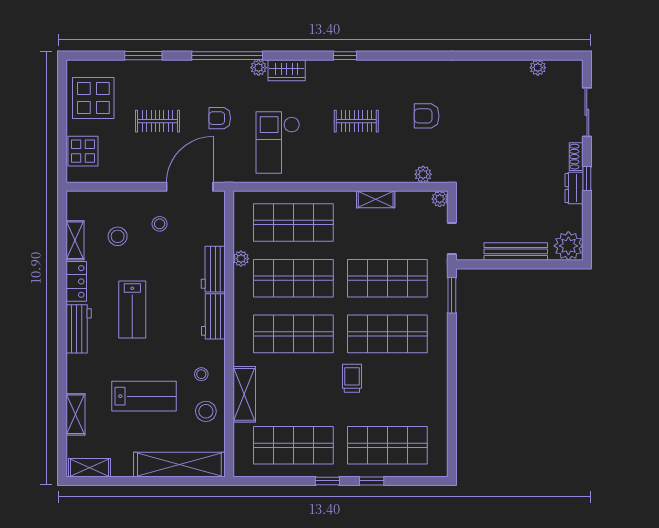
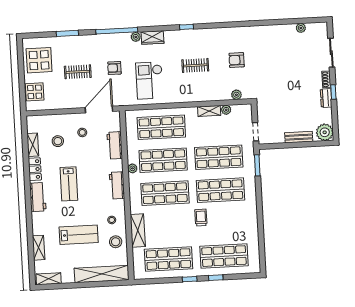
plant: (440, 199) -> (226, 110), moved
bench: (516, 251) -> (299, 137), width x0.73
plant: (241, 259) -> (132, 168), moved
workbench: (213, 269) -> (115, 145), moved

